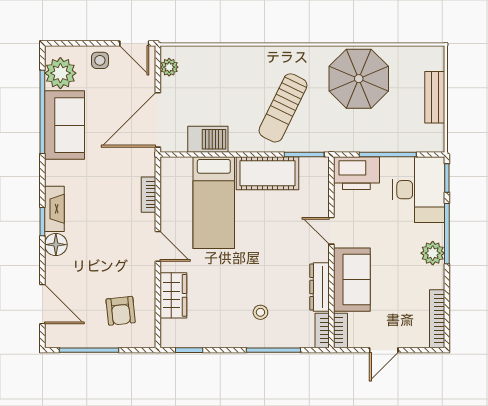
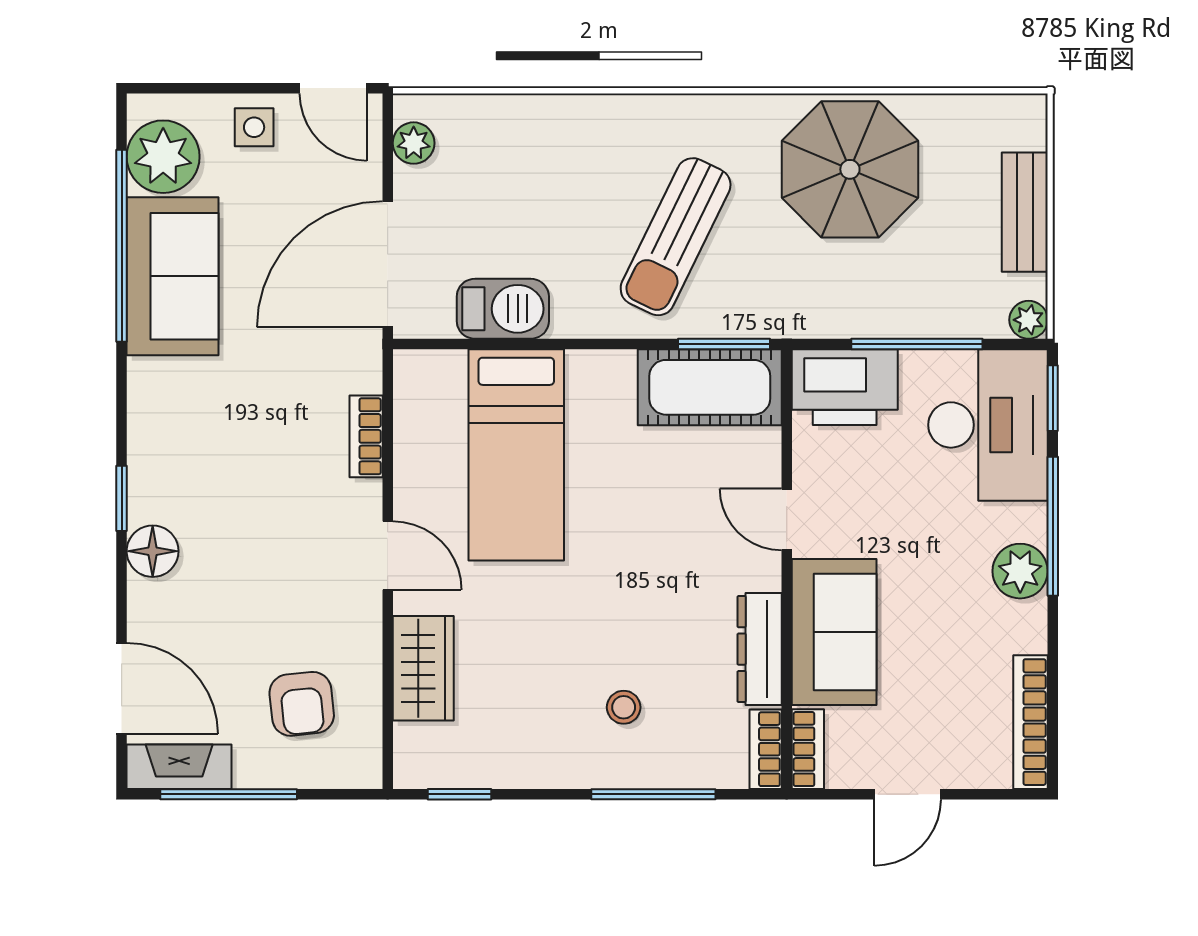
plant: (436, 144) -> (1029, 320), added
cot: (267, 173) -> (710, 387), moved
fireplace: (54, 209) -> (179, 767), moved, turned -90

